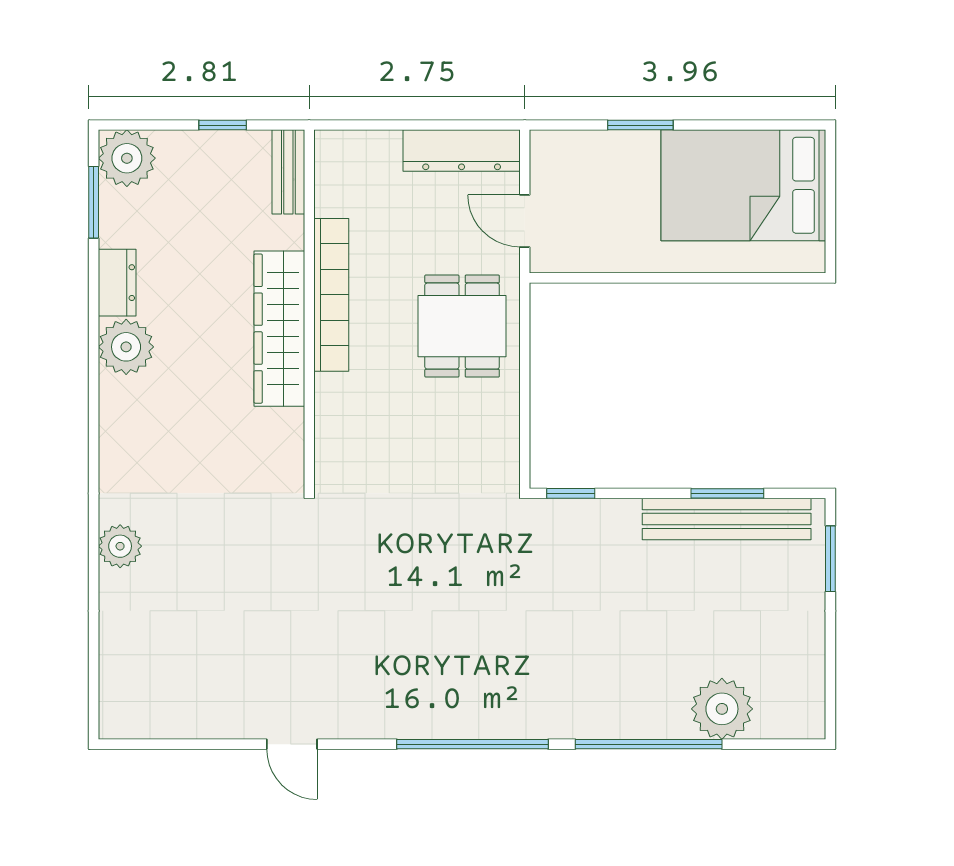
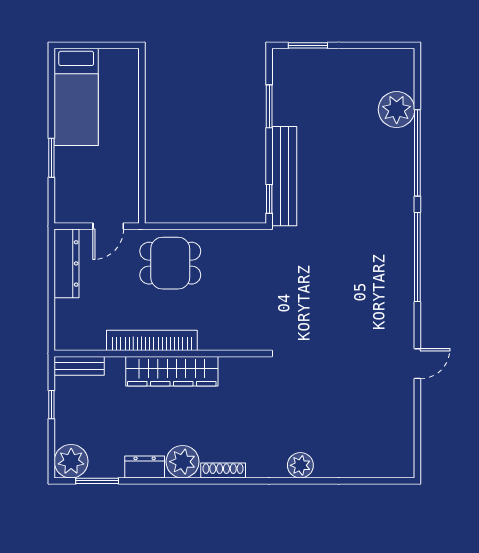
bed: (743, 185) -> (76, 97), width x0.67
shoe rack: (111, 415) -> (223, 471), added
bench: (727, 519) -> (284, 176), moved

